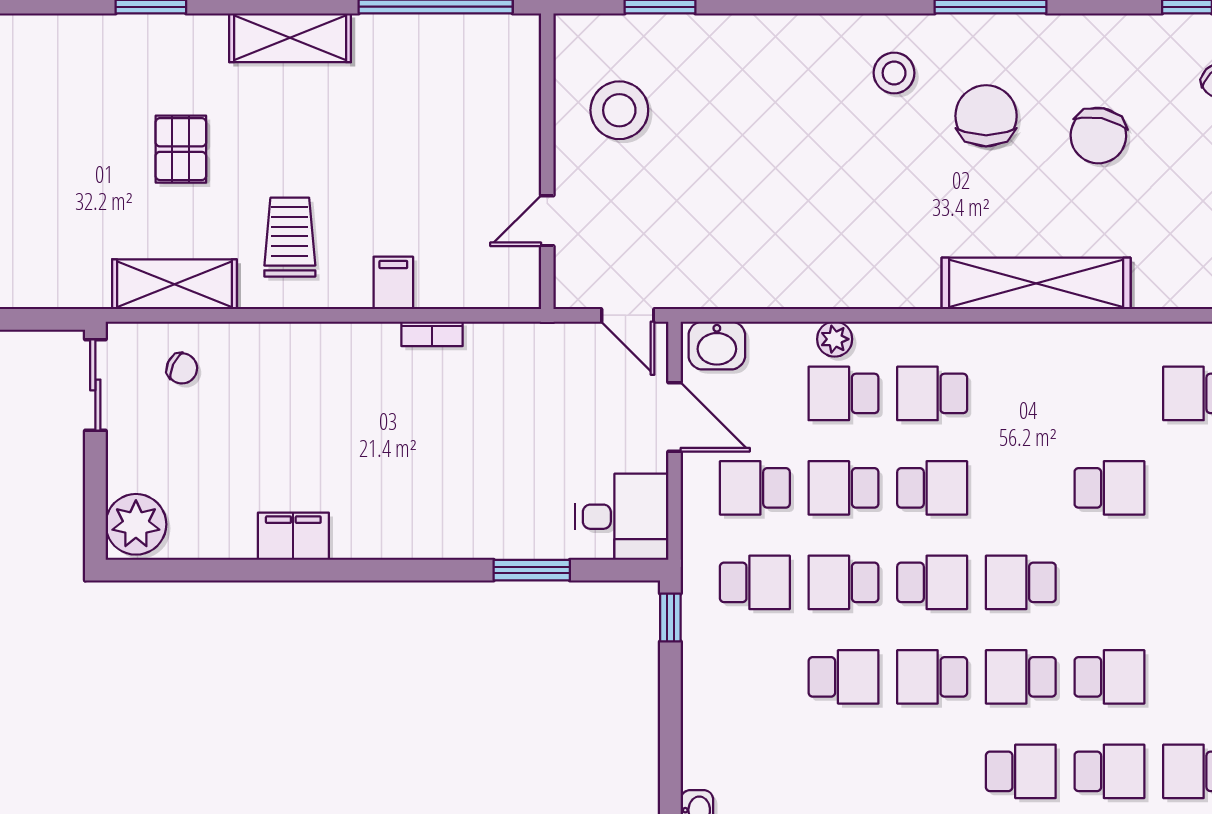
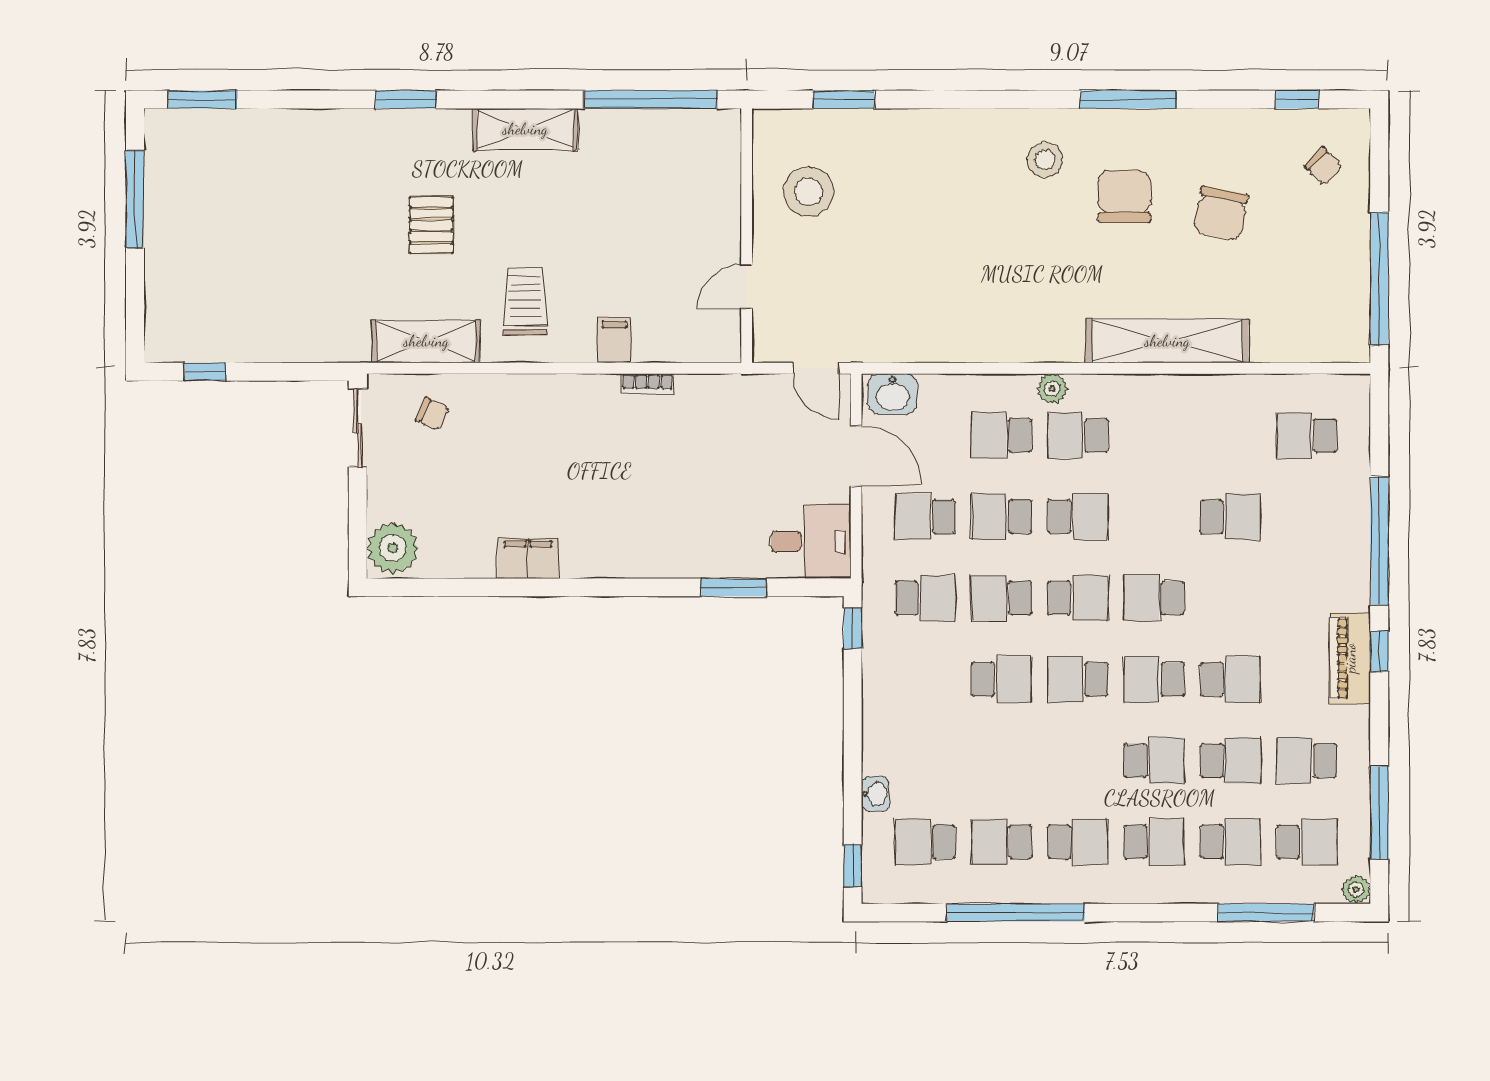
plant: (835, 339) -> (1052, 389), moved

